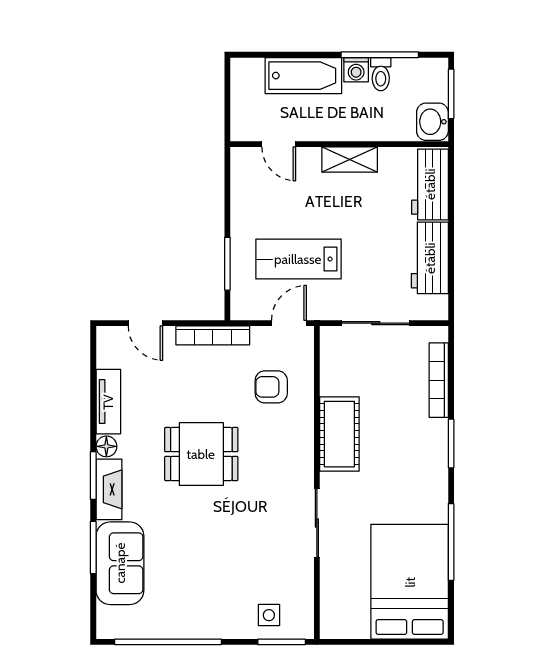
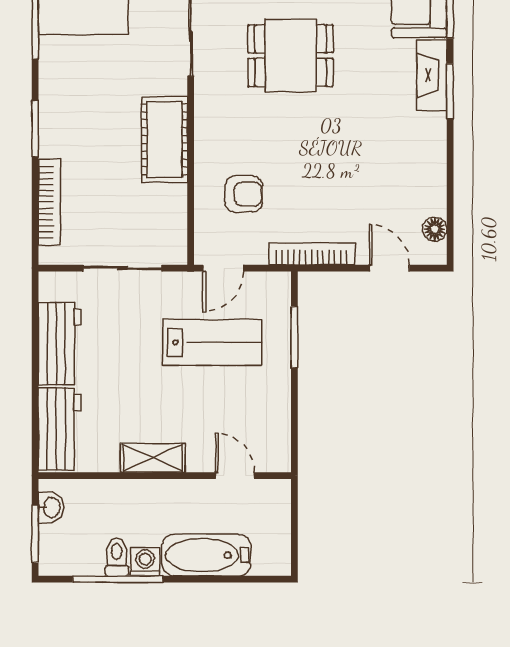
washbasin: (432, 122) -> (51, 508), width x0.72, depth x0.69
tv unit: (108, 402) -> (433, 177), removed
floor lamp: (106, 446) -> (435, 229), moved
dining table: (201, 454) -> (291, 56), moved

